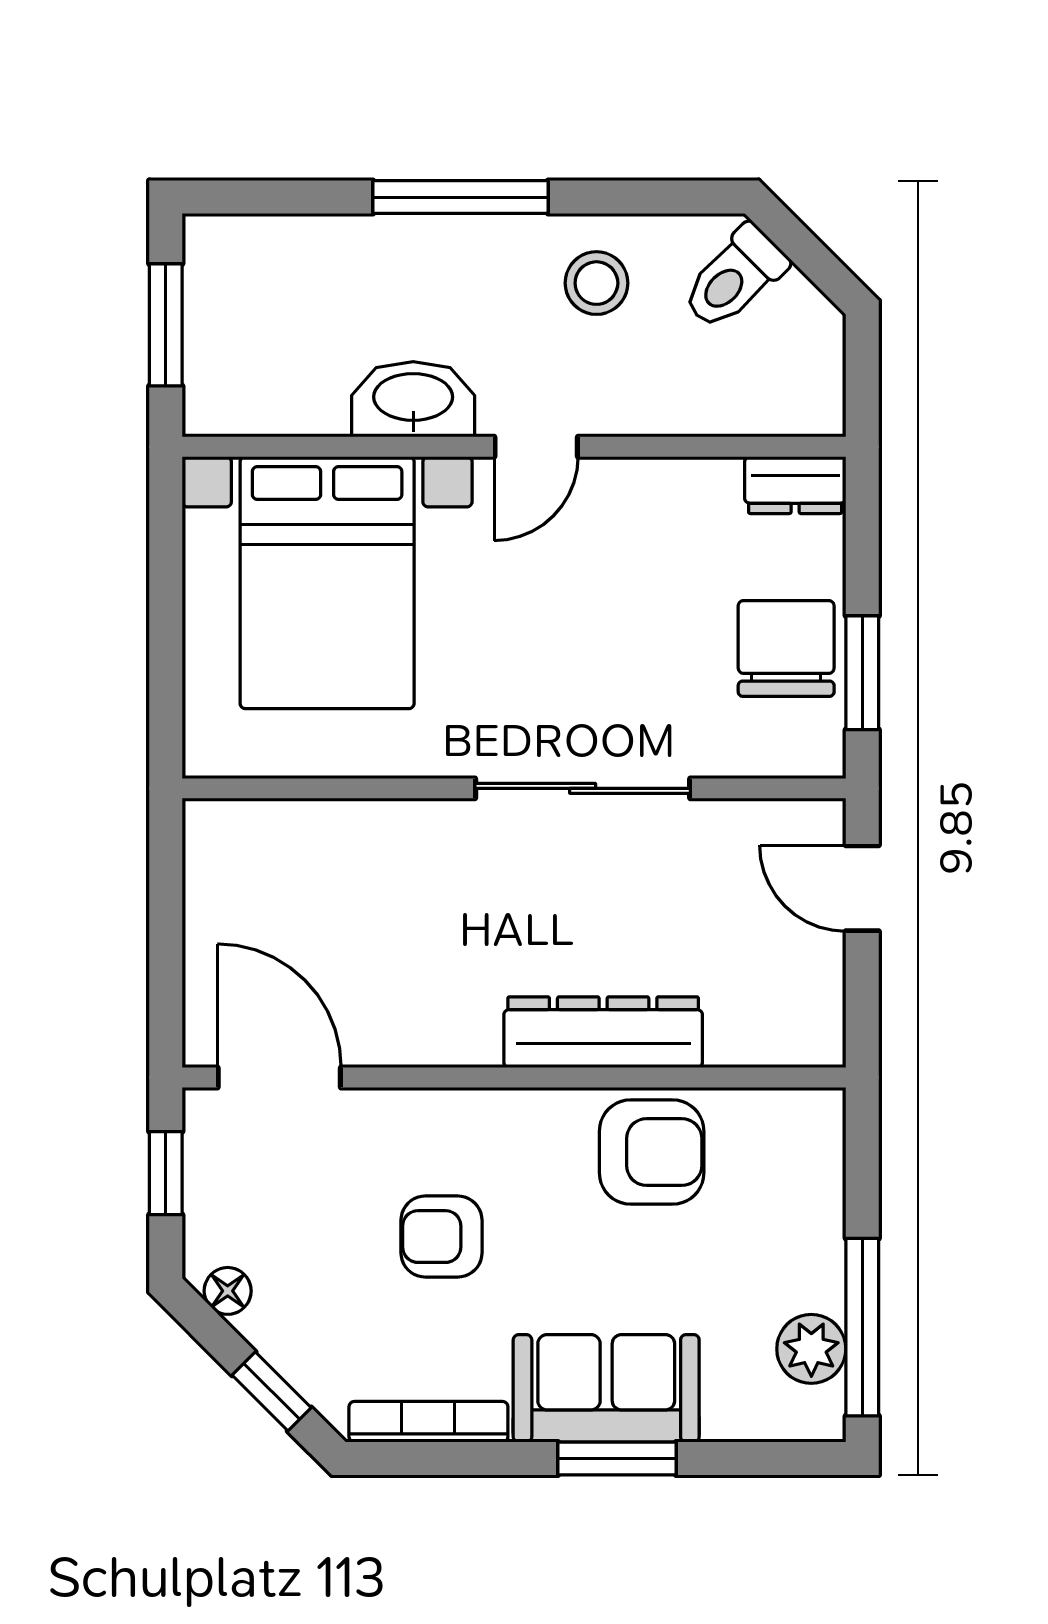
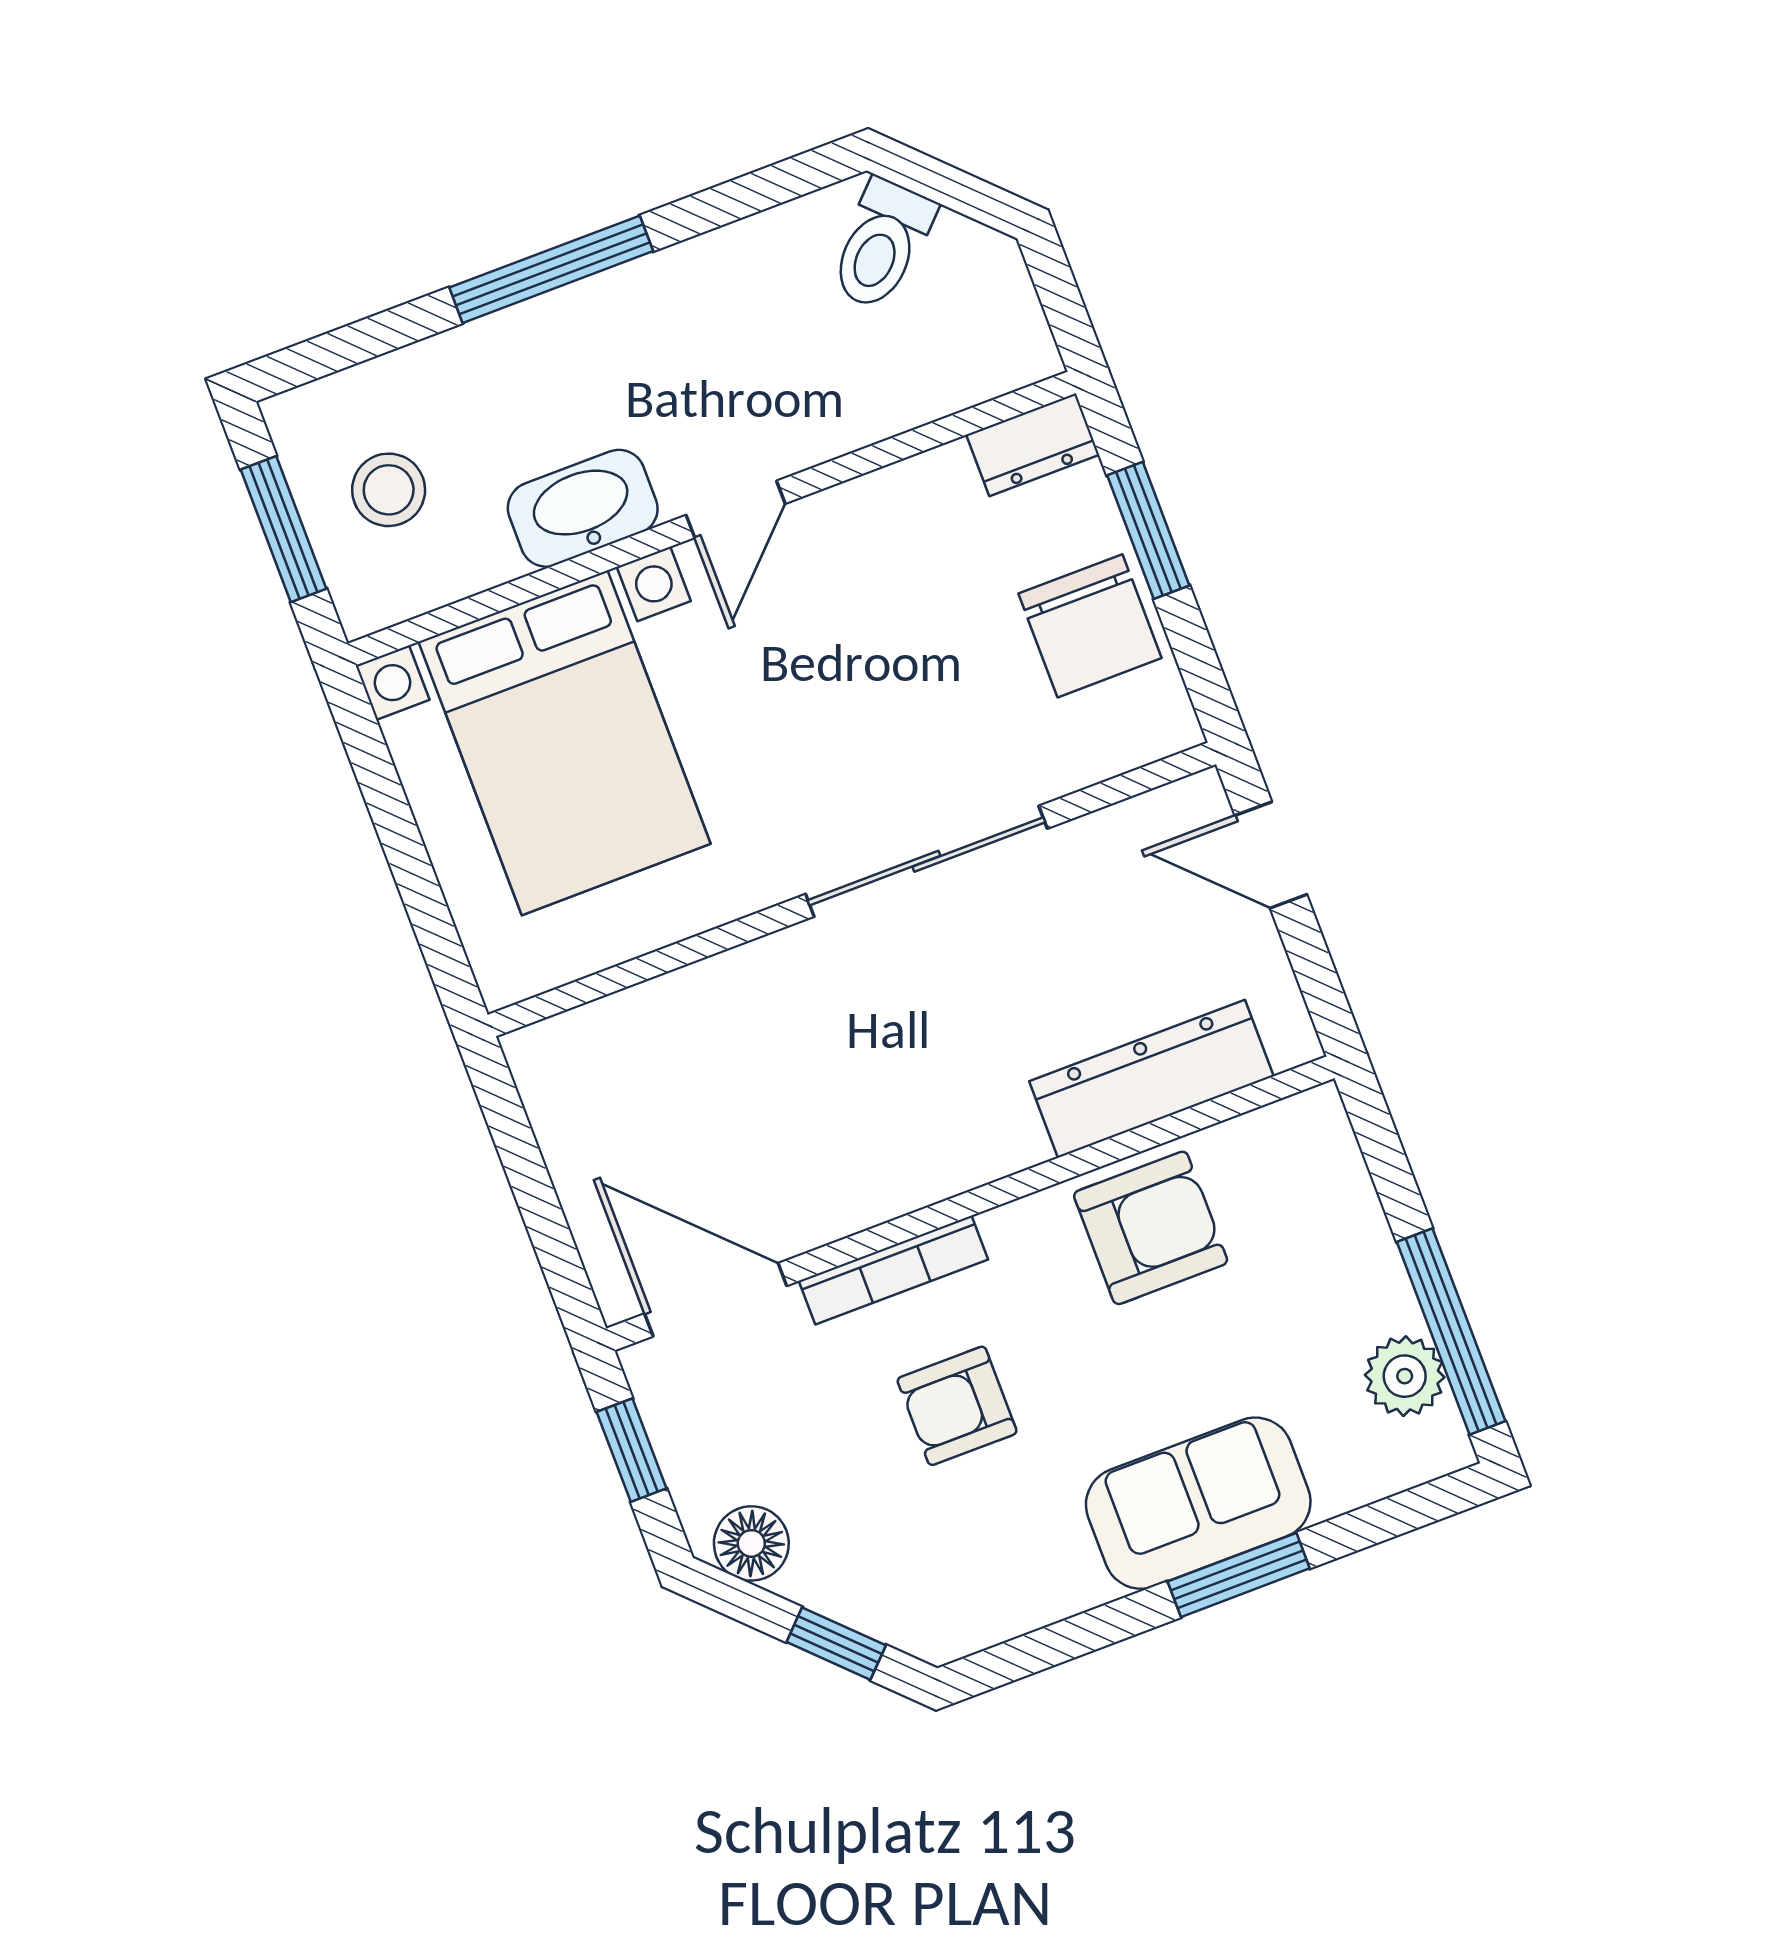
stool: (596, 283) -> (389, 490), moved
chair: (786, 648) -> (1090, 626), turned 180
window: (862, 673) -> (1148, 530), moved
dresser: (603, 1032) -> (1152, 1079), moved
floor lamp: (228, 1291) -> (751, 1543), width x1.37, depth x1.37
bookcase: (428, 1422) -> (893, 1270), moved, turned 180

